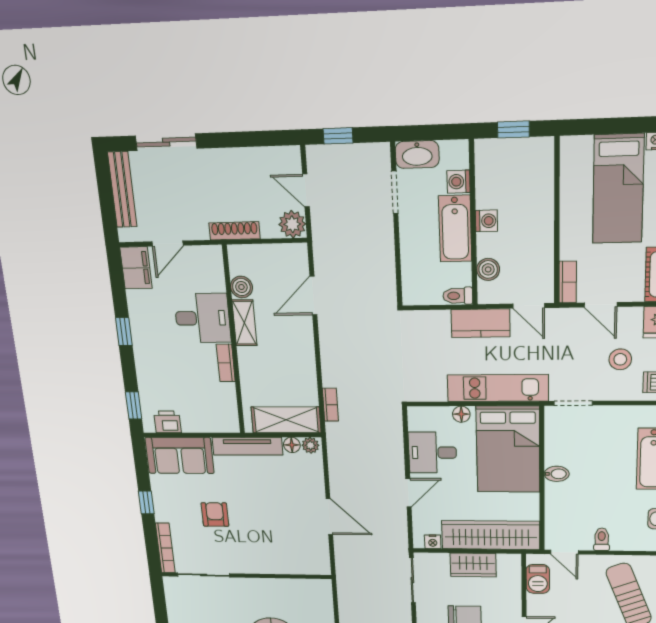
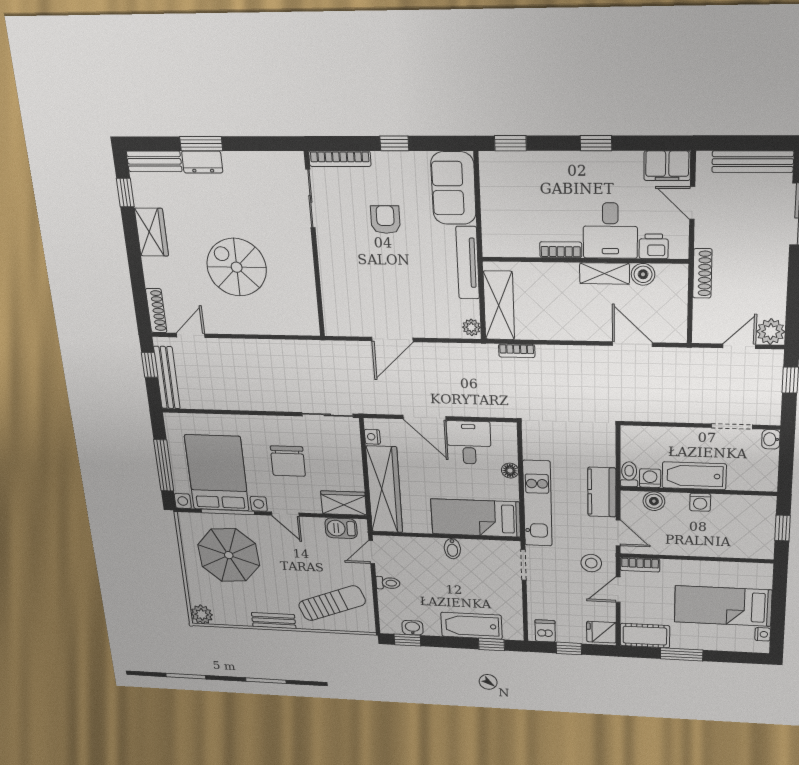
washbasin: (417, 154) -> (771, 439), width x0.52, depth x0.69
washing machine: (459, 182) -> (650, 478), moved
plant: (292, 224) -> (771, 332), moved
door: (529, 306) -> (618, 533), swing flipped
stool: (620, 359) -> (591, 563), moved
printer: (167, 422) -> (654, 246), moved, turned -90
floor lamp: (292, 445) -> (471, 309), removed
bed: (508, 449) -> (476, 518), width x0.67
door: (408, 493) -> (424, 418), width x1.38
armchair: (215, 515) -> (385, 220), turned -90
wardrobe: (473, 565) -> (344, 503), moved, turned 90

